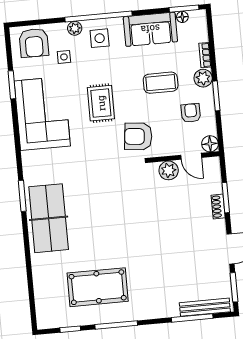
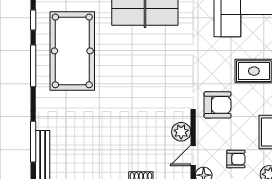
armchair: (138, 136) -> (218, 105), turned 84
pool table: (98, 287) -> (72, 51), width x1.36, depth x1.32

